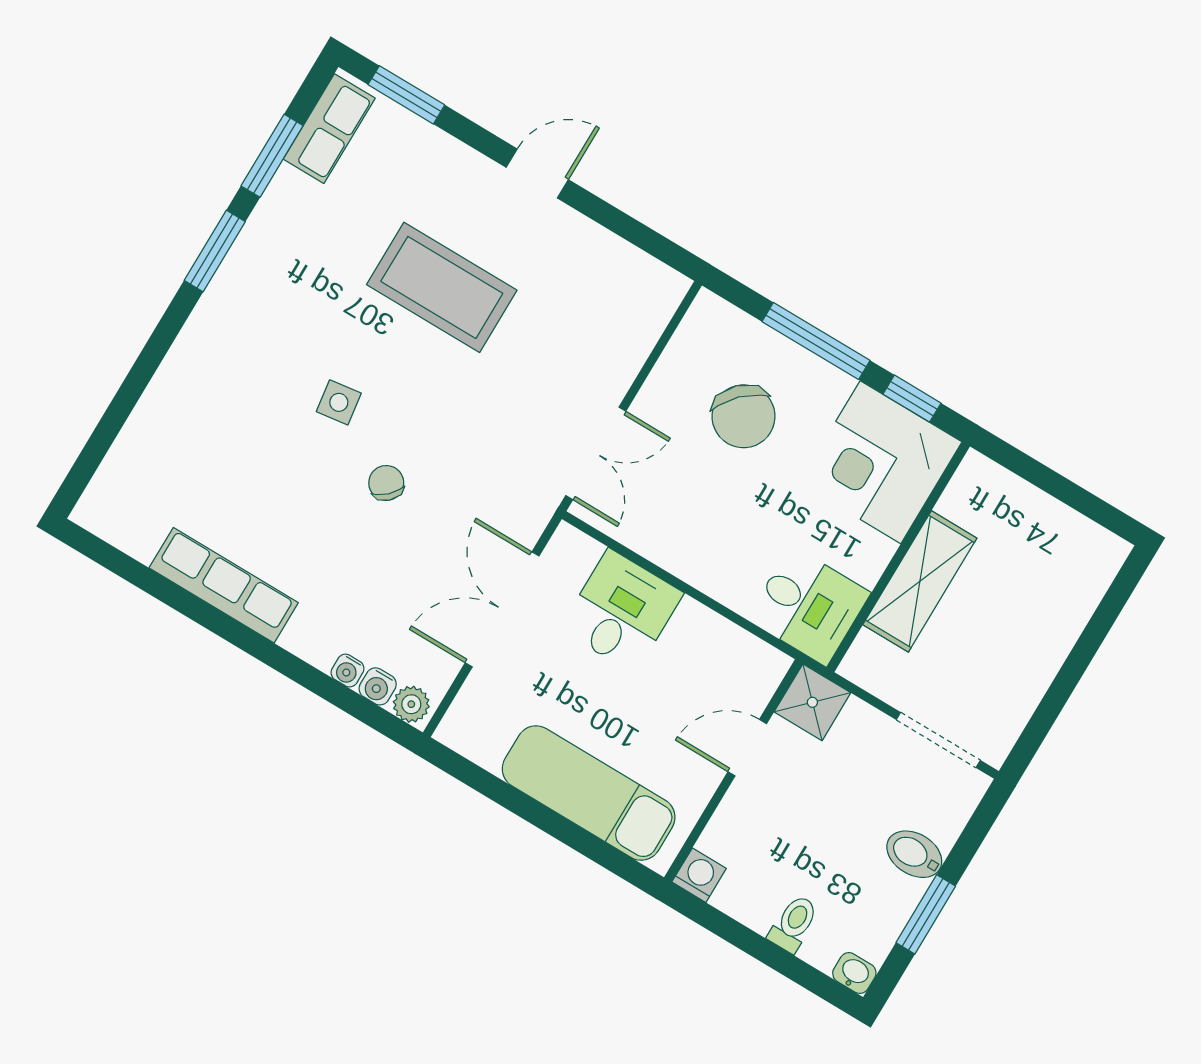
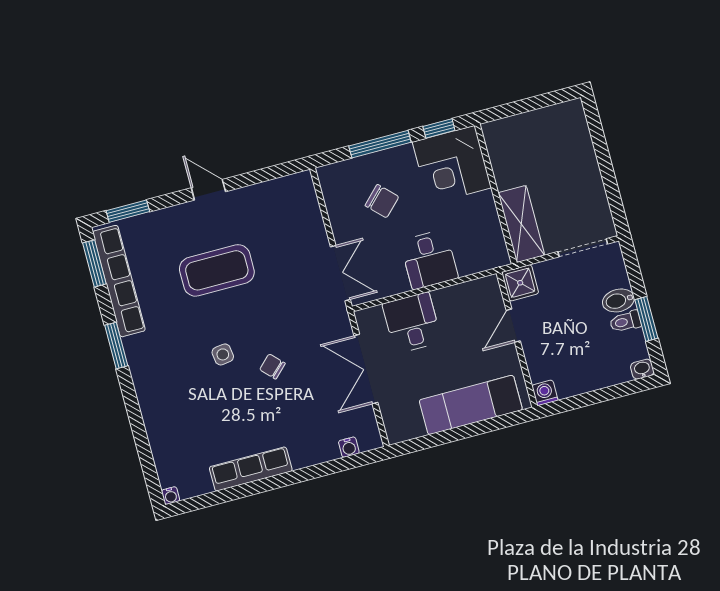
row of seats: (329, 129) -> (119, 281), width x2.02
window: (272, 156) -> (94, 263), moved
door: (537, 173) -> (208, 190), hinge flipped
chair: (743, 416) -> (382, 201), width x0.73, depth x0.73
shelving: (920, 581) -> (521, 224), moved
desk: (809, 606) -> (429, 259), moved, turned 90
water cooler: (347, 671) -> (171, 496), moved
plant: (411, 704) -> (369, 441), removed
toilet: (794, 924) -> (625, 322), moved, turned -90

